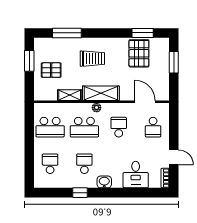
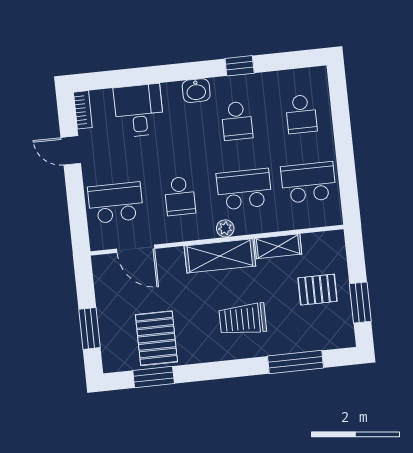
school desk: (153, 127) -> (116, 203), width x1.85

